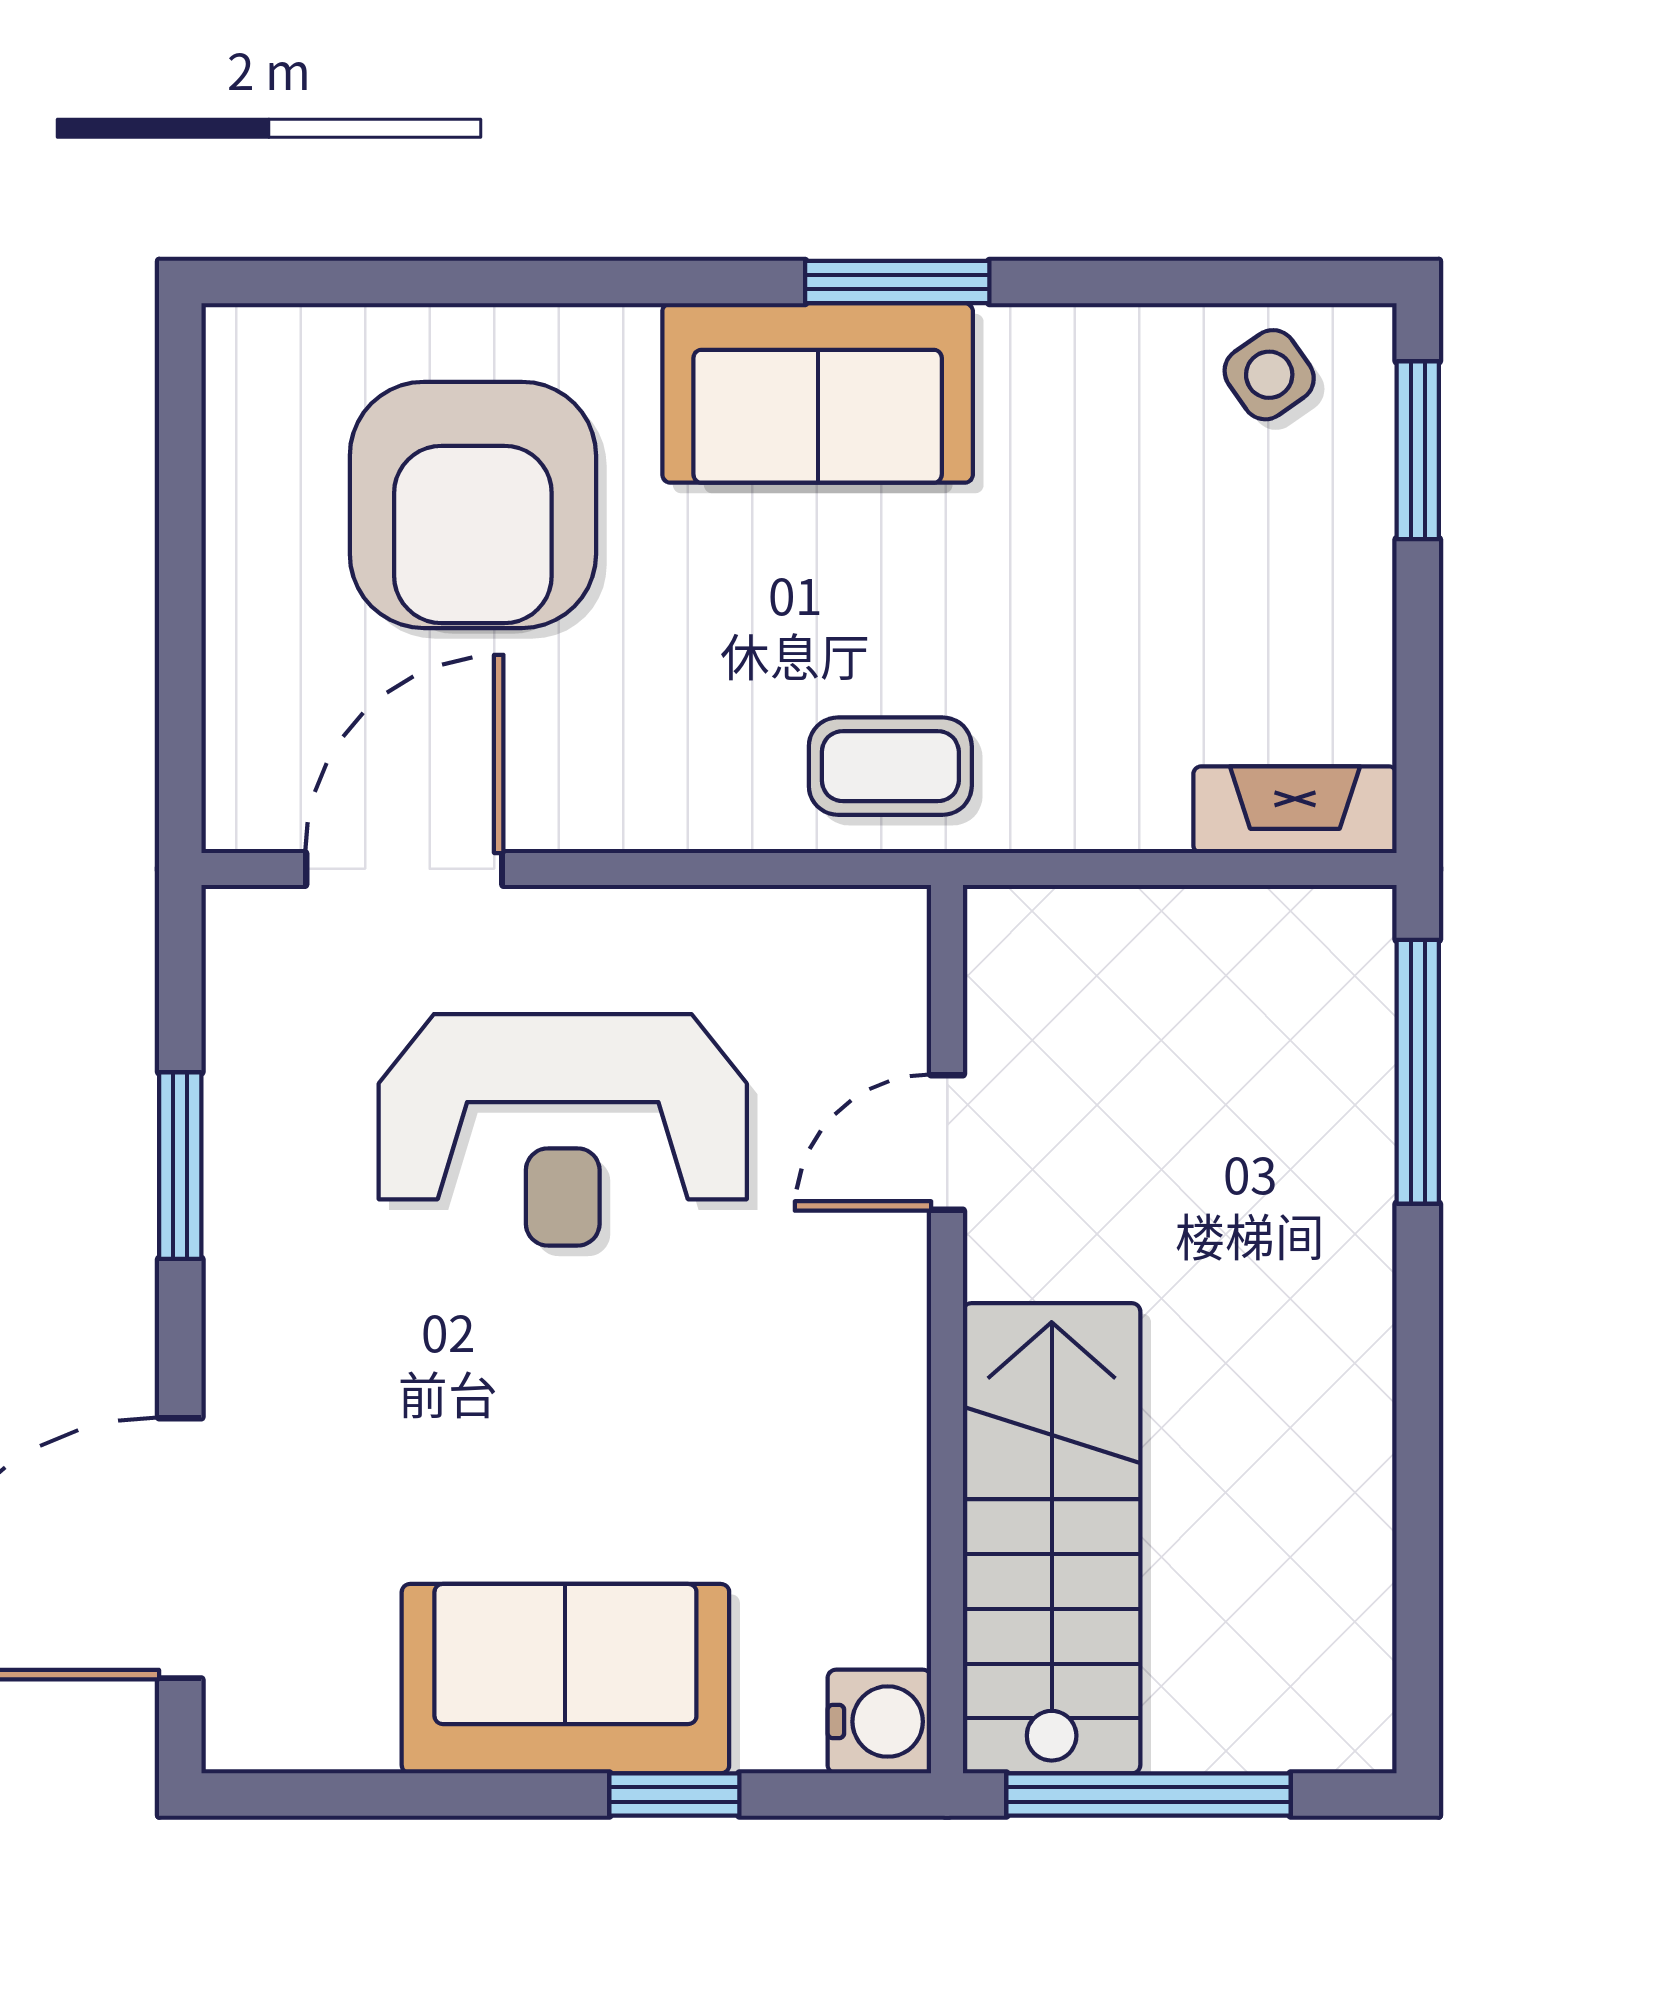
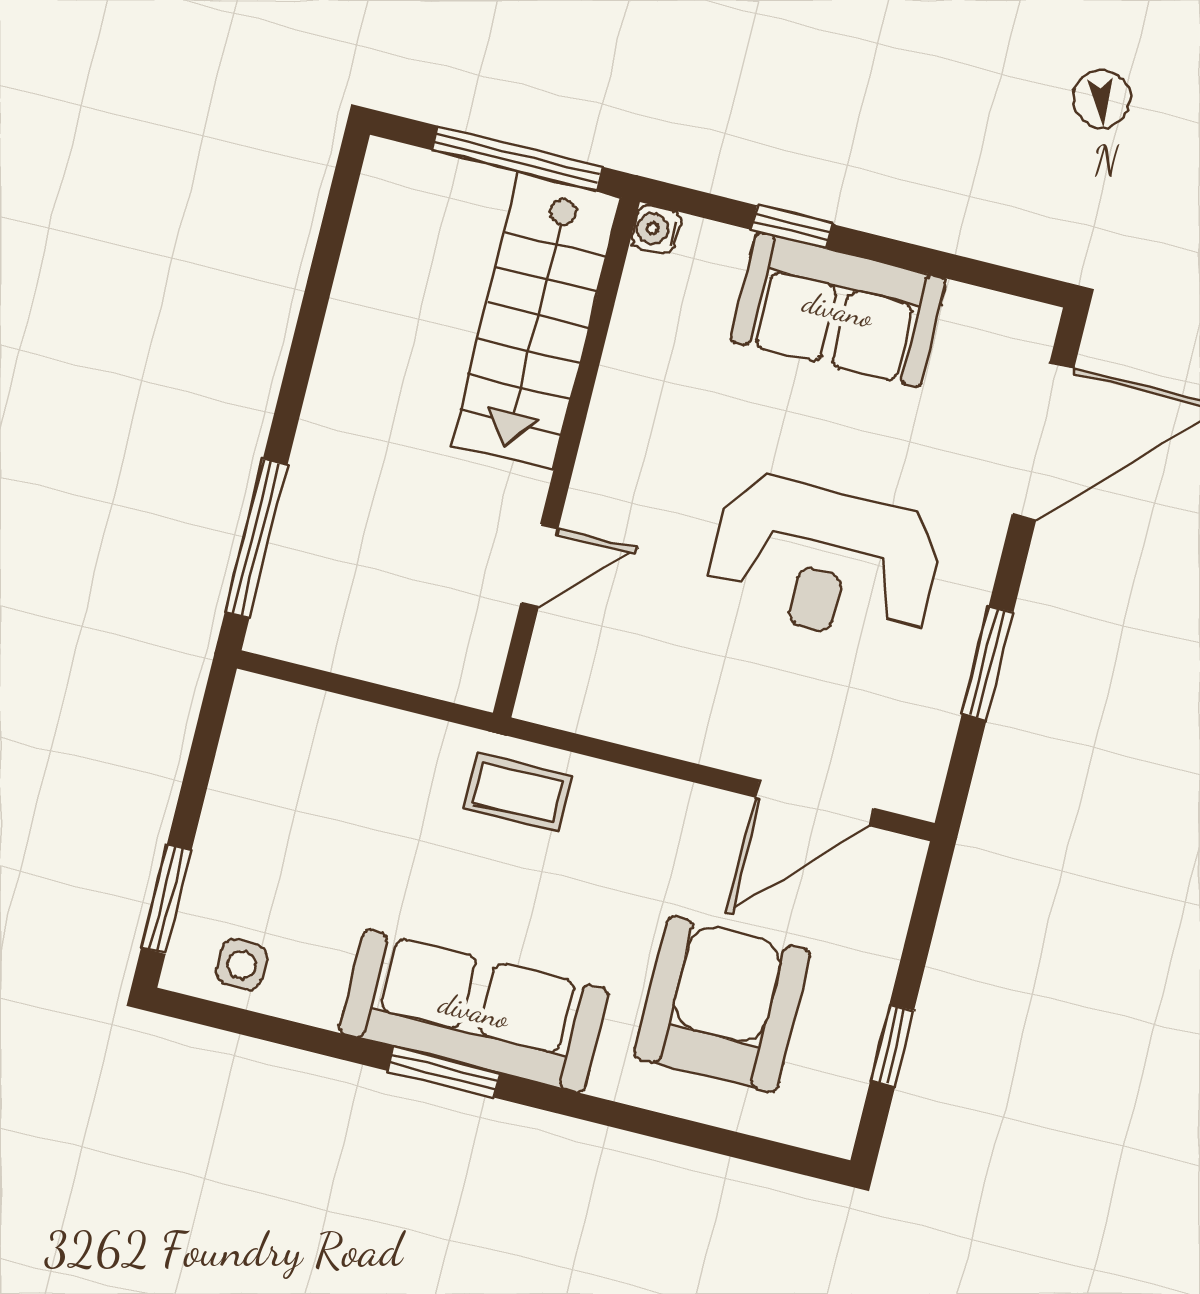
side table: (1269, 375) -> (242, 964), turned 35
sofa: (818, 393) -> (474, 1011), width x1.36
window: (180, 506) -> (892, 1046), added
fireplace: (1295, 810) -> (289, 708), removed
reception desk: (563, 1130) -> (825, 560), moved, turned 180
water cooler: (879, 1722) -> (656, 229), width x0.72, depth x0.72

